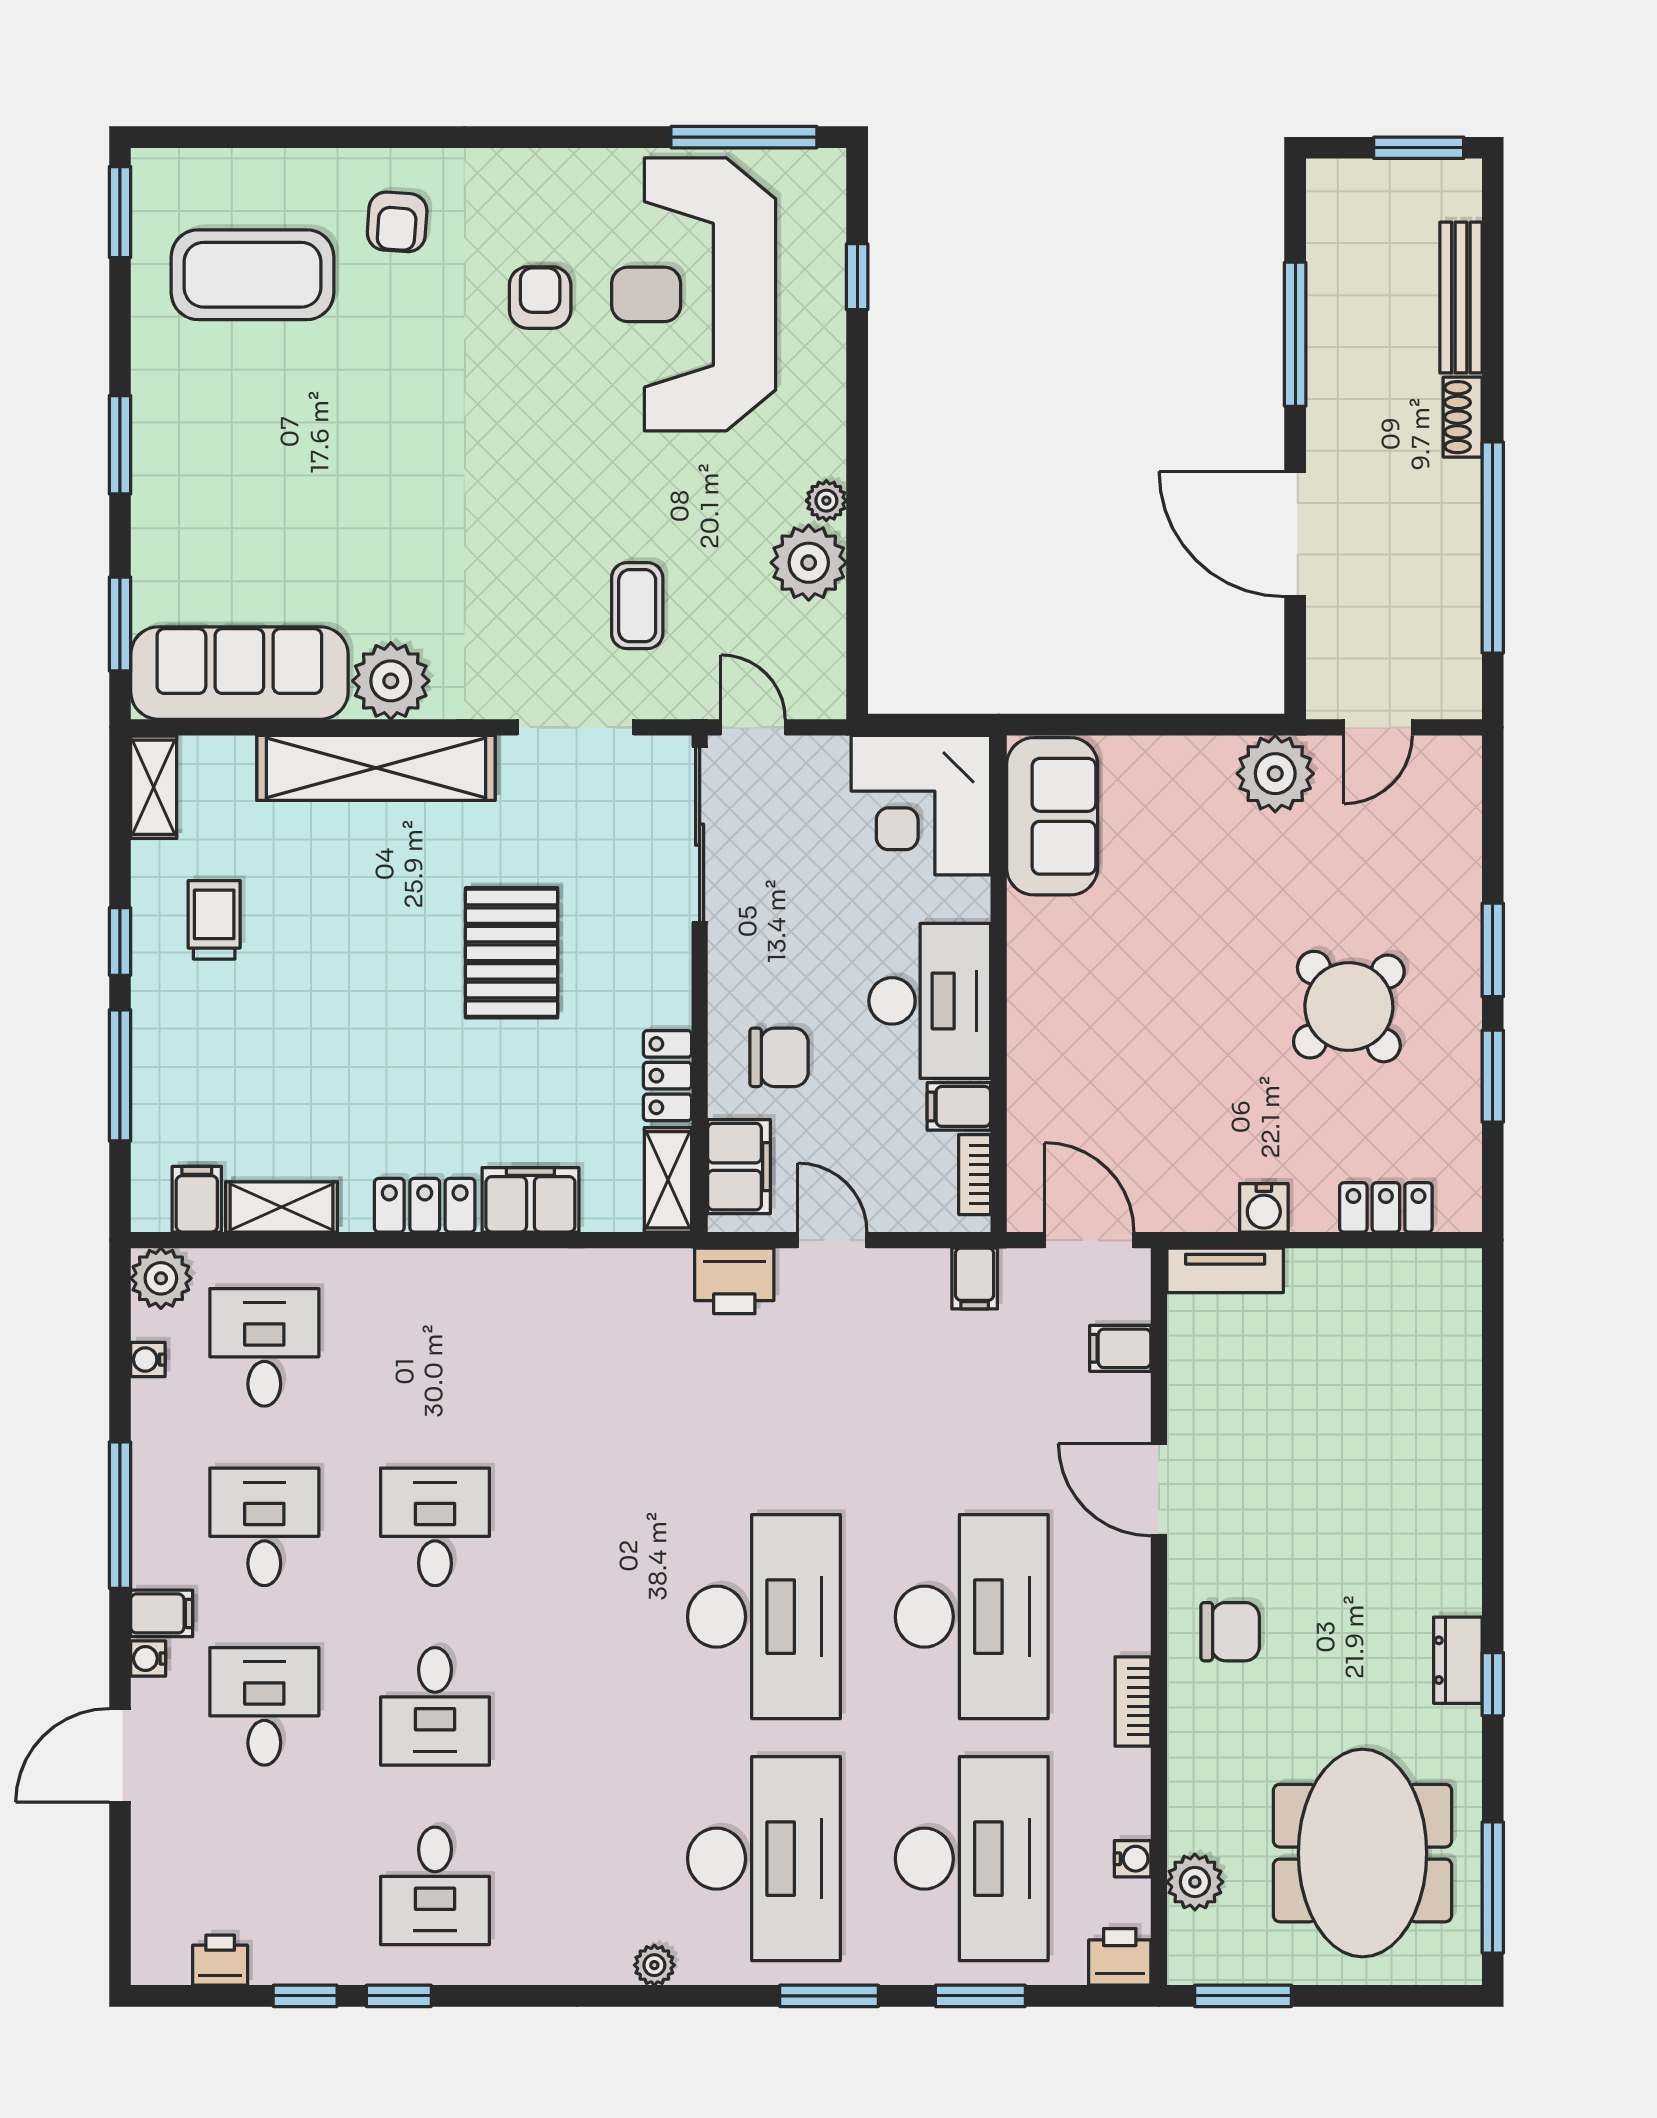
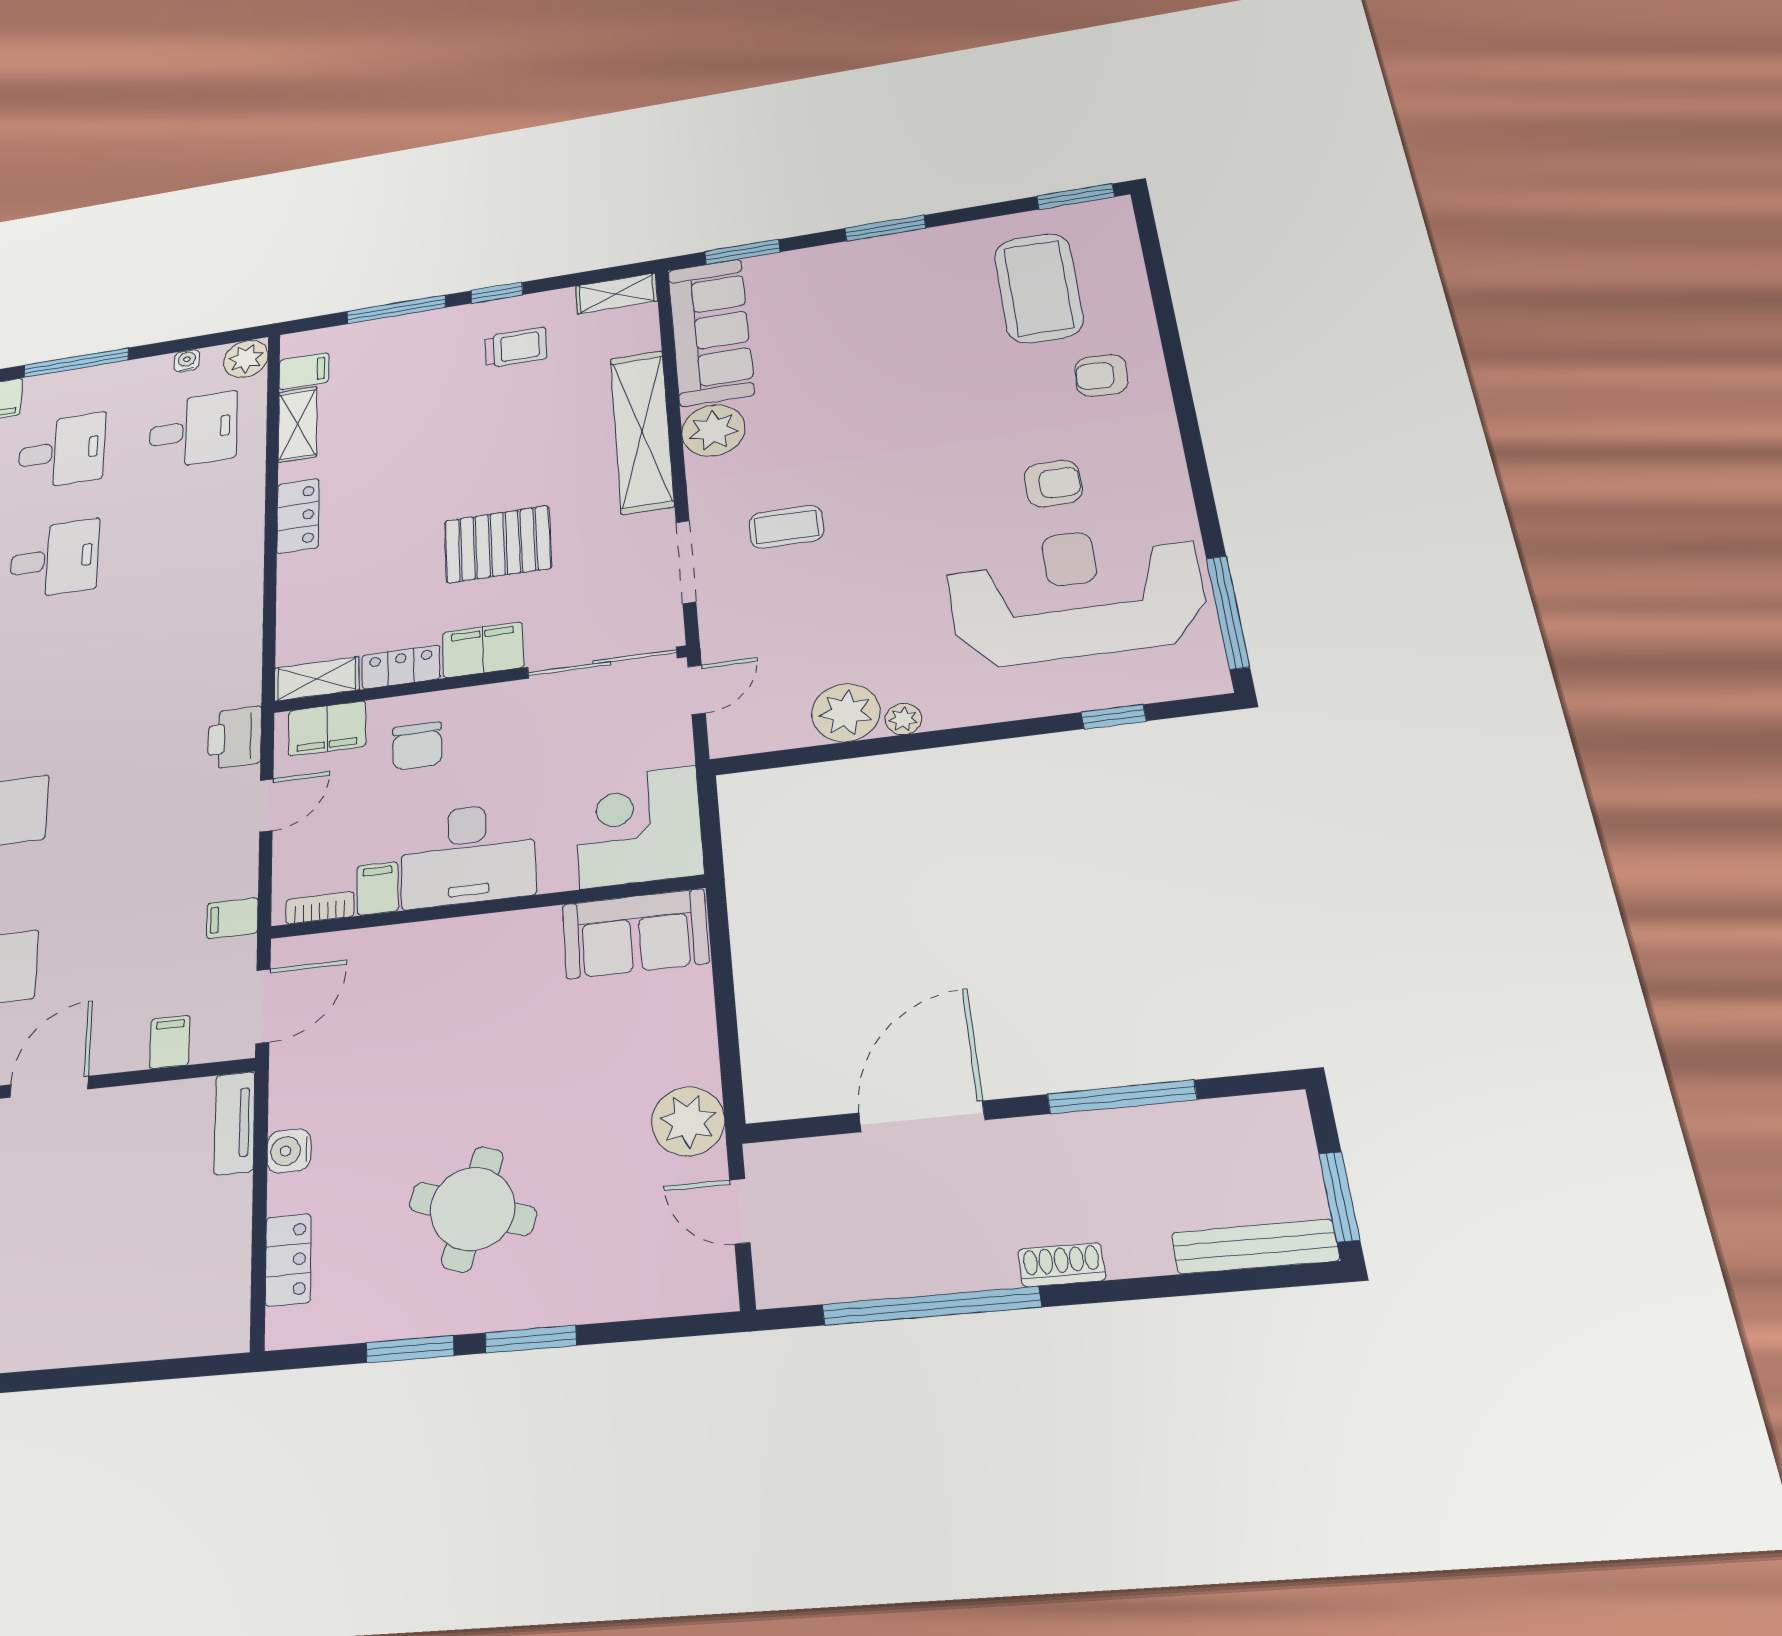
bench: (1461, 298) -> (1255, 1247), moved
coffee table: (637, 606) -> (786, 527), moved
round table: (1349, 1007) -> (473, 1209), turned -30
filing cabinet: (530, 1200) -> (483, 650), moved, turned -90

